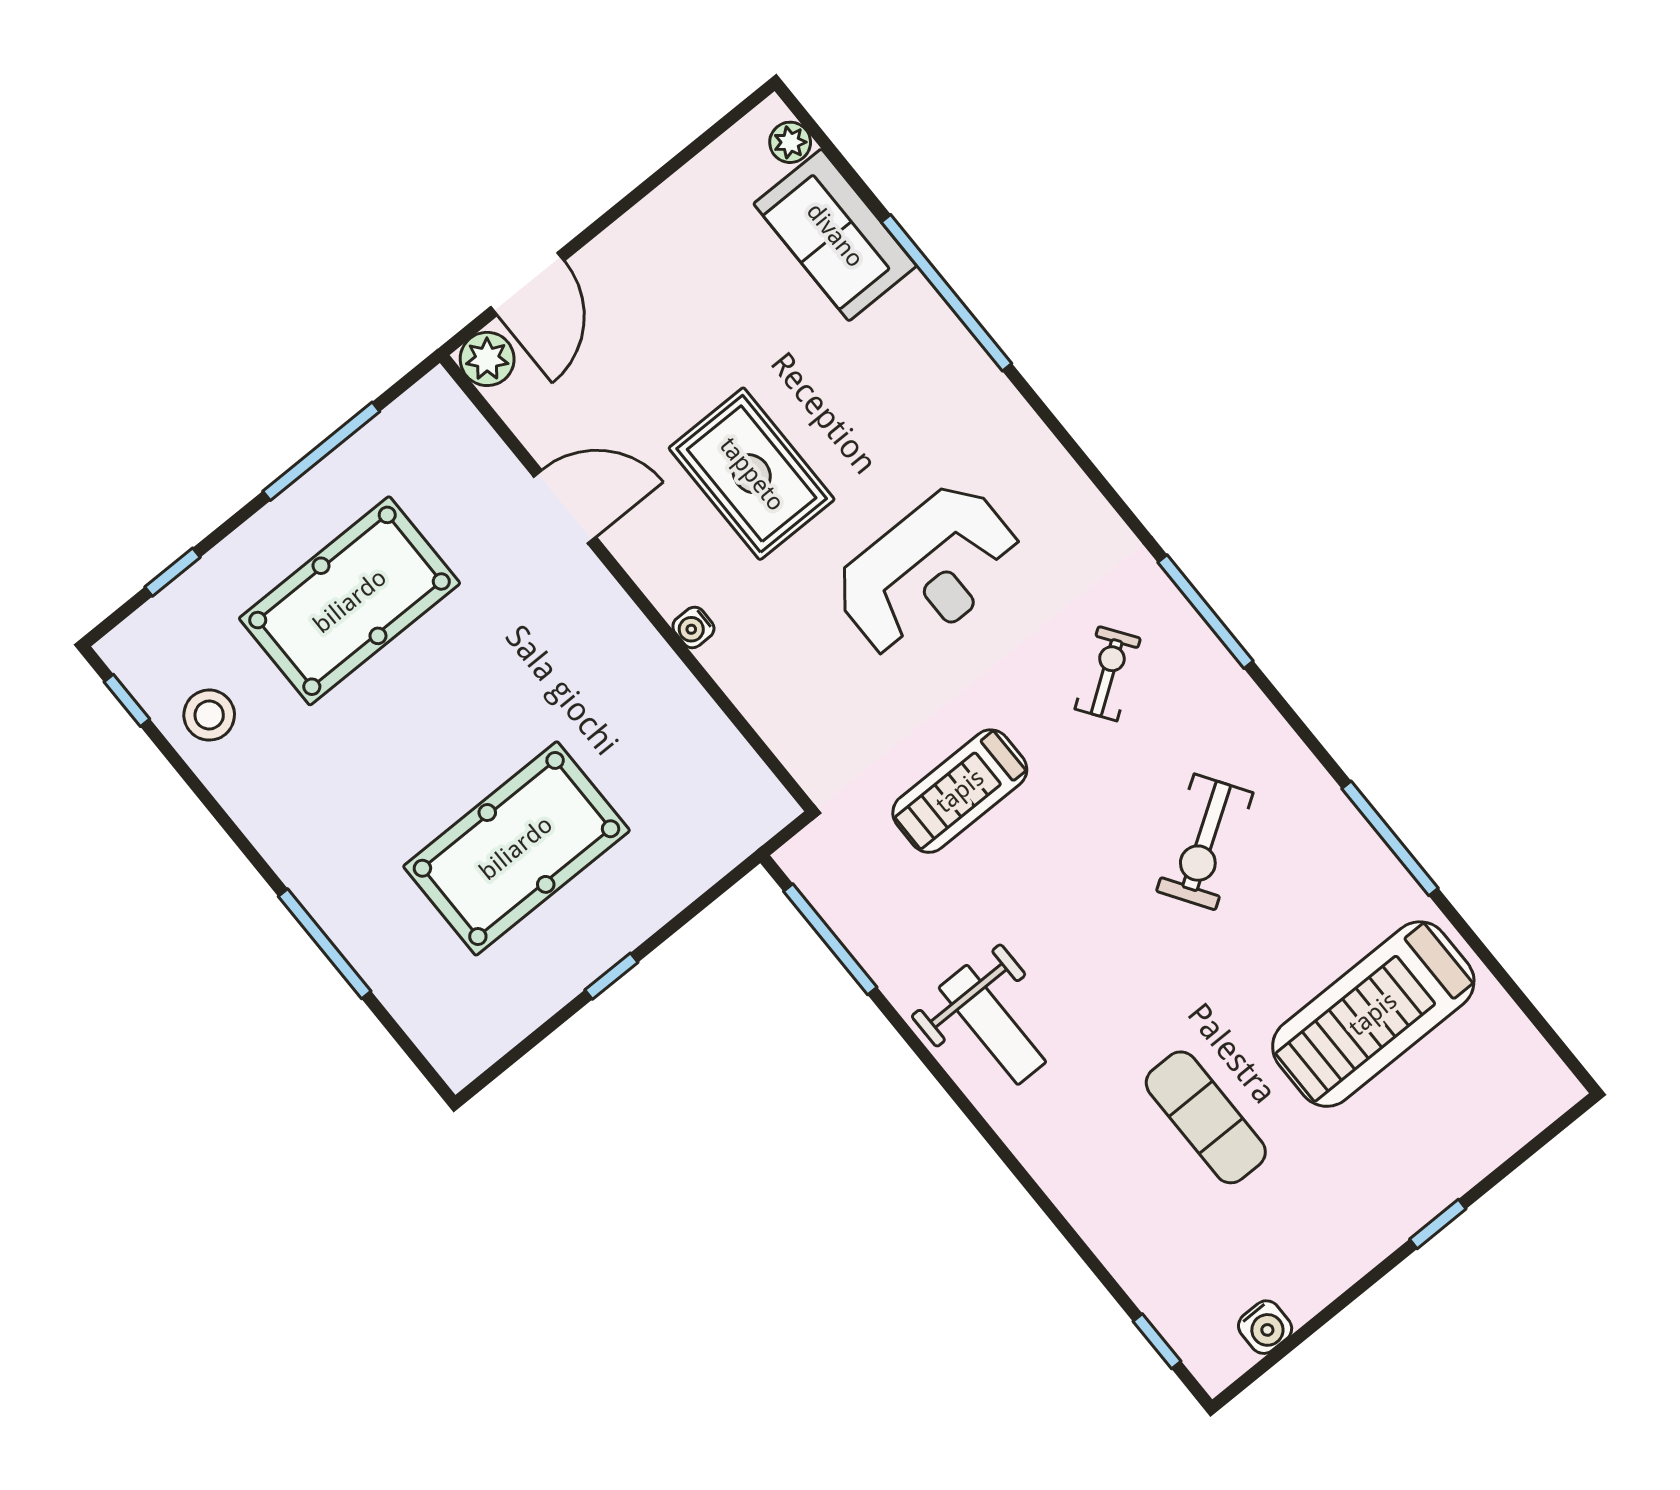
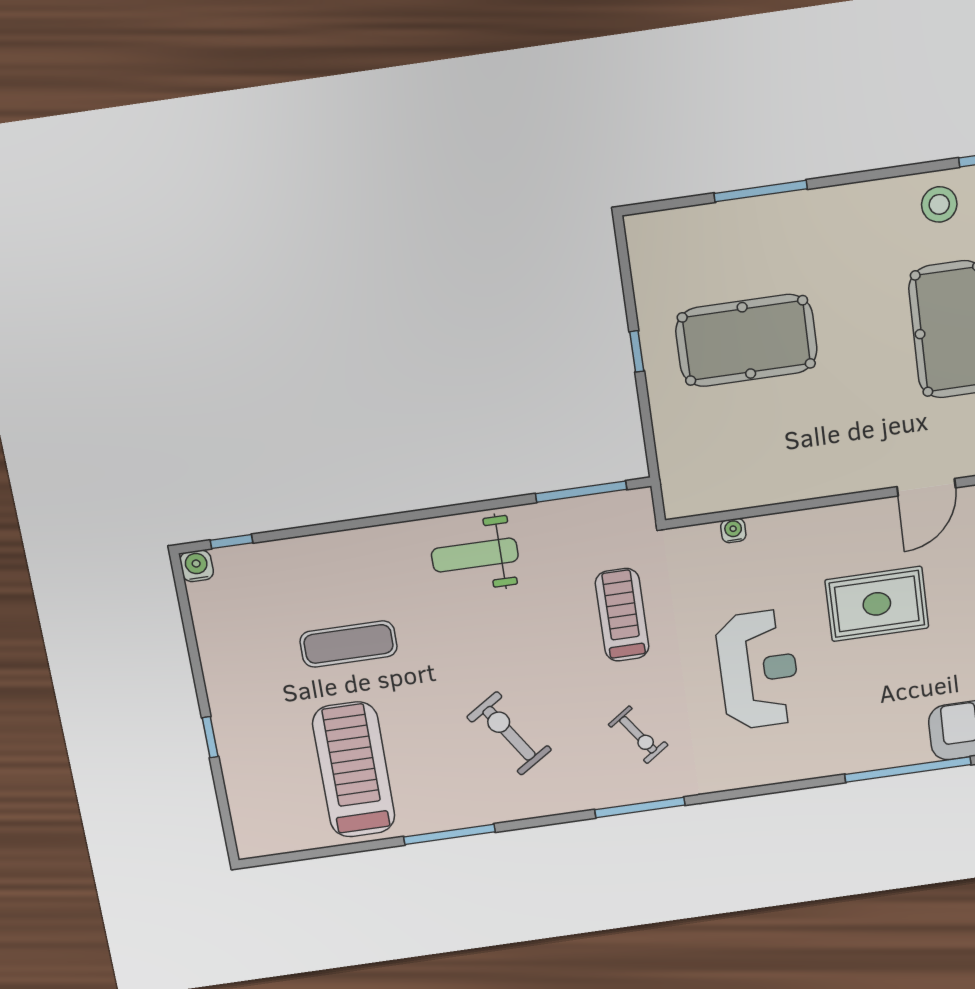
reception desk: (928, 572) -> (758, 670), turned 180
water cooler: (693, 627) -> (733, 531), moved
pool table: (516, 848) -> (746, 340), turned 90
water cooler: (1265, 1327) -> (197, 566), moved, turned 90

